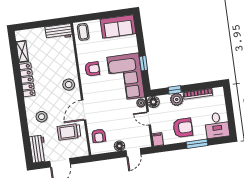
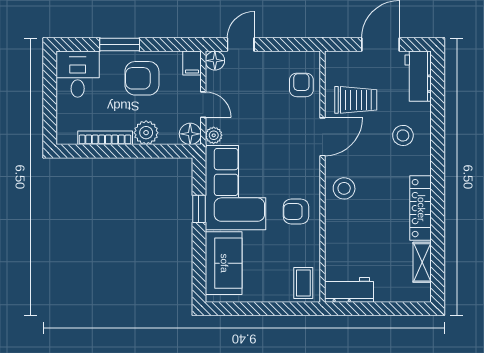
sofa: (118, 26) -> (224, 263), moved, turned 90
window: (175, 90) -> (147, 151), removed
floor lamp: (119, 146) -> (215, 61), moved

